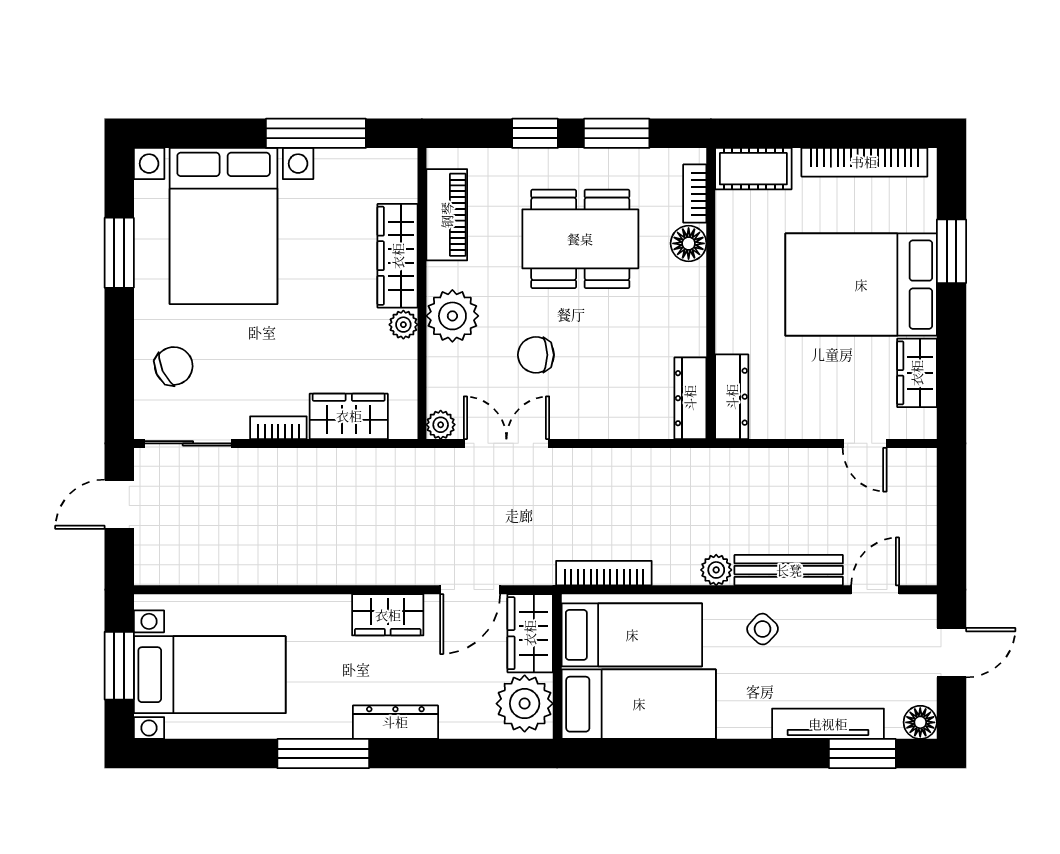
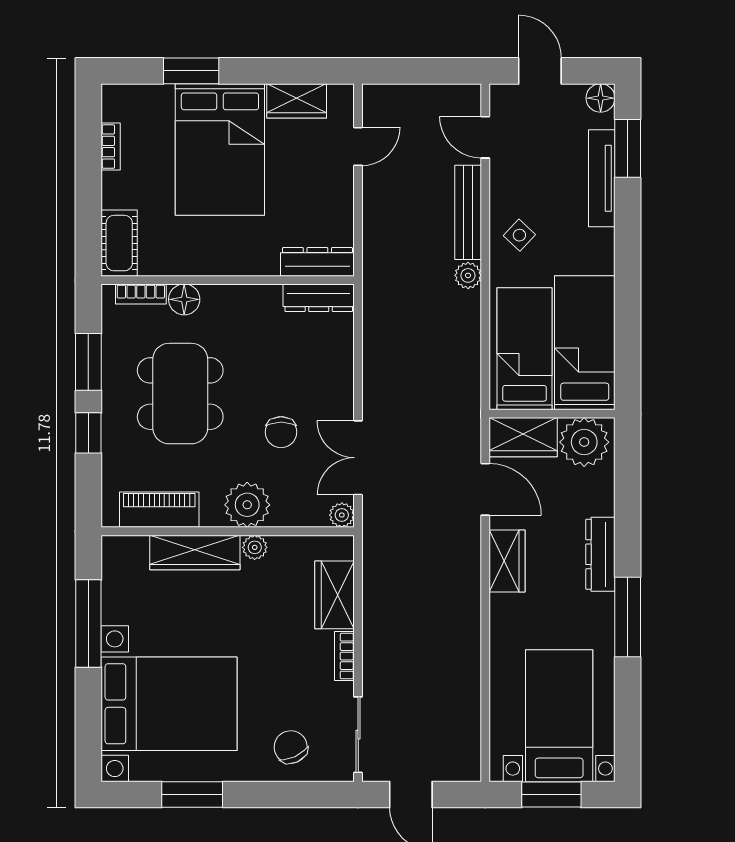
bookcase: (864, 162) -> (111, 147), width x0.43, depth x0.76
bookcase: (604, 573) -> (471, 373), removed

